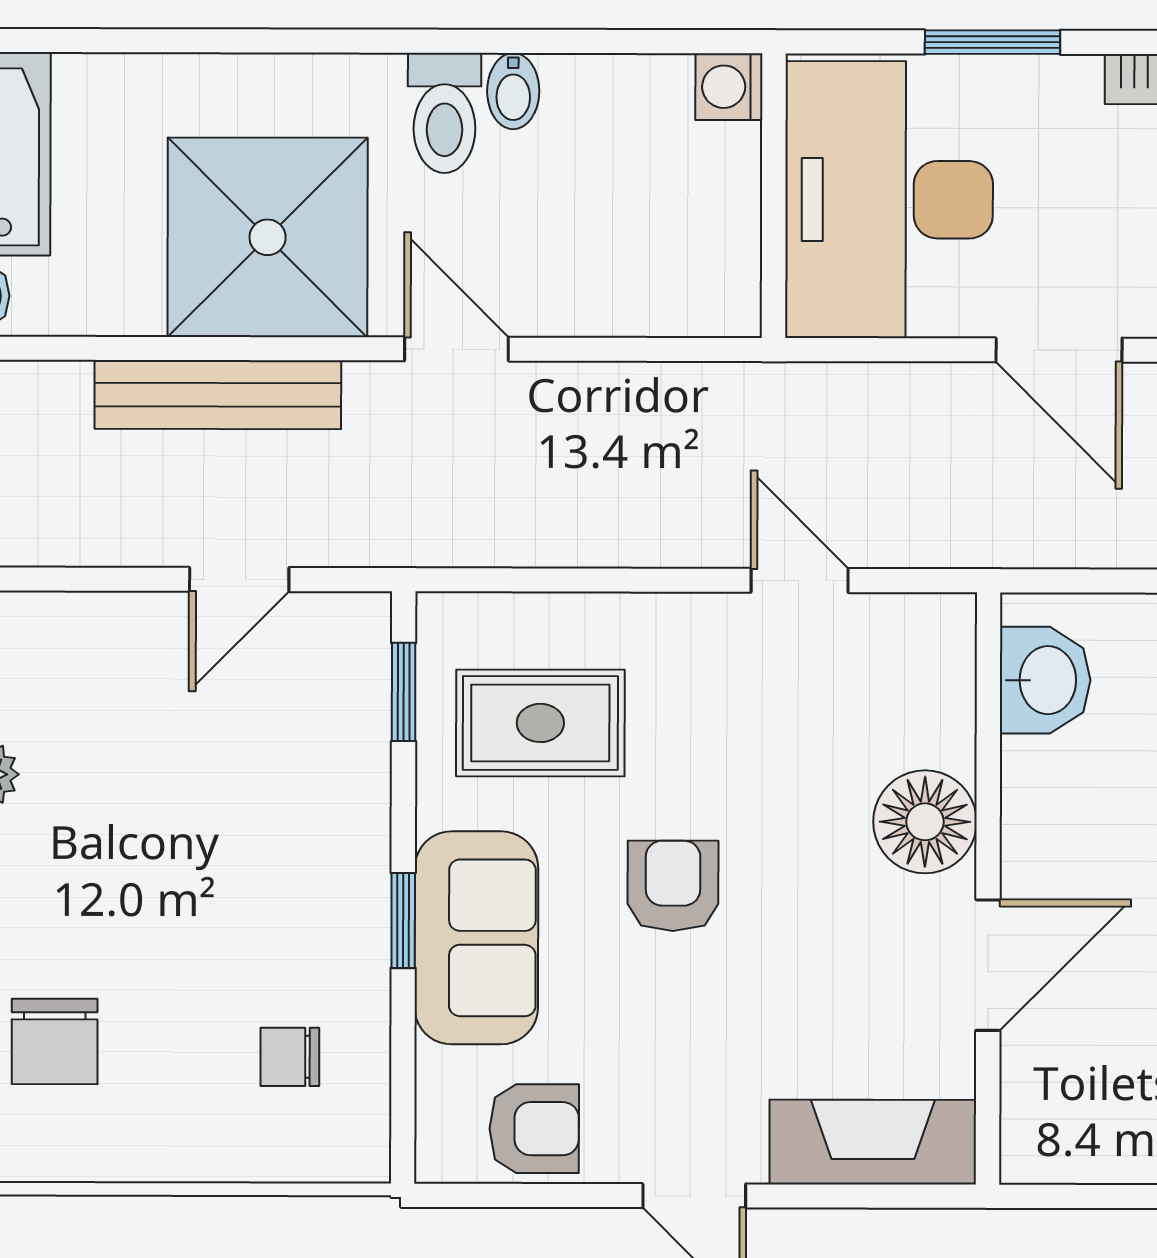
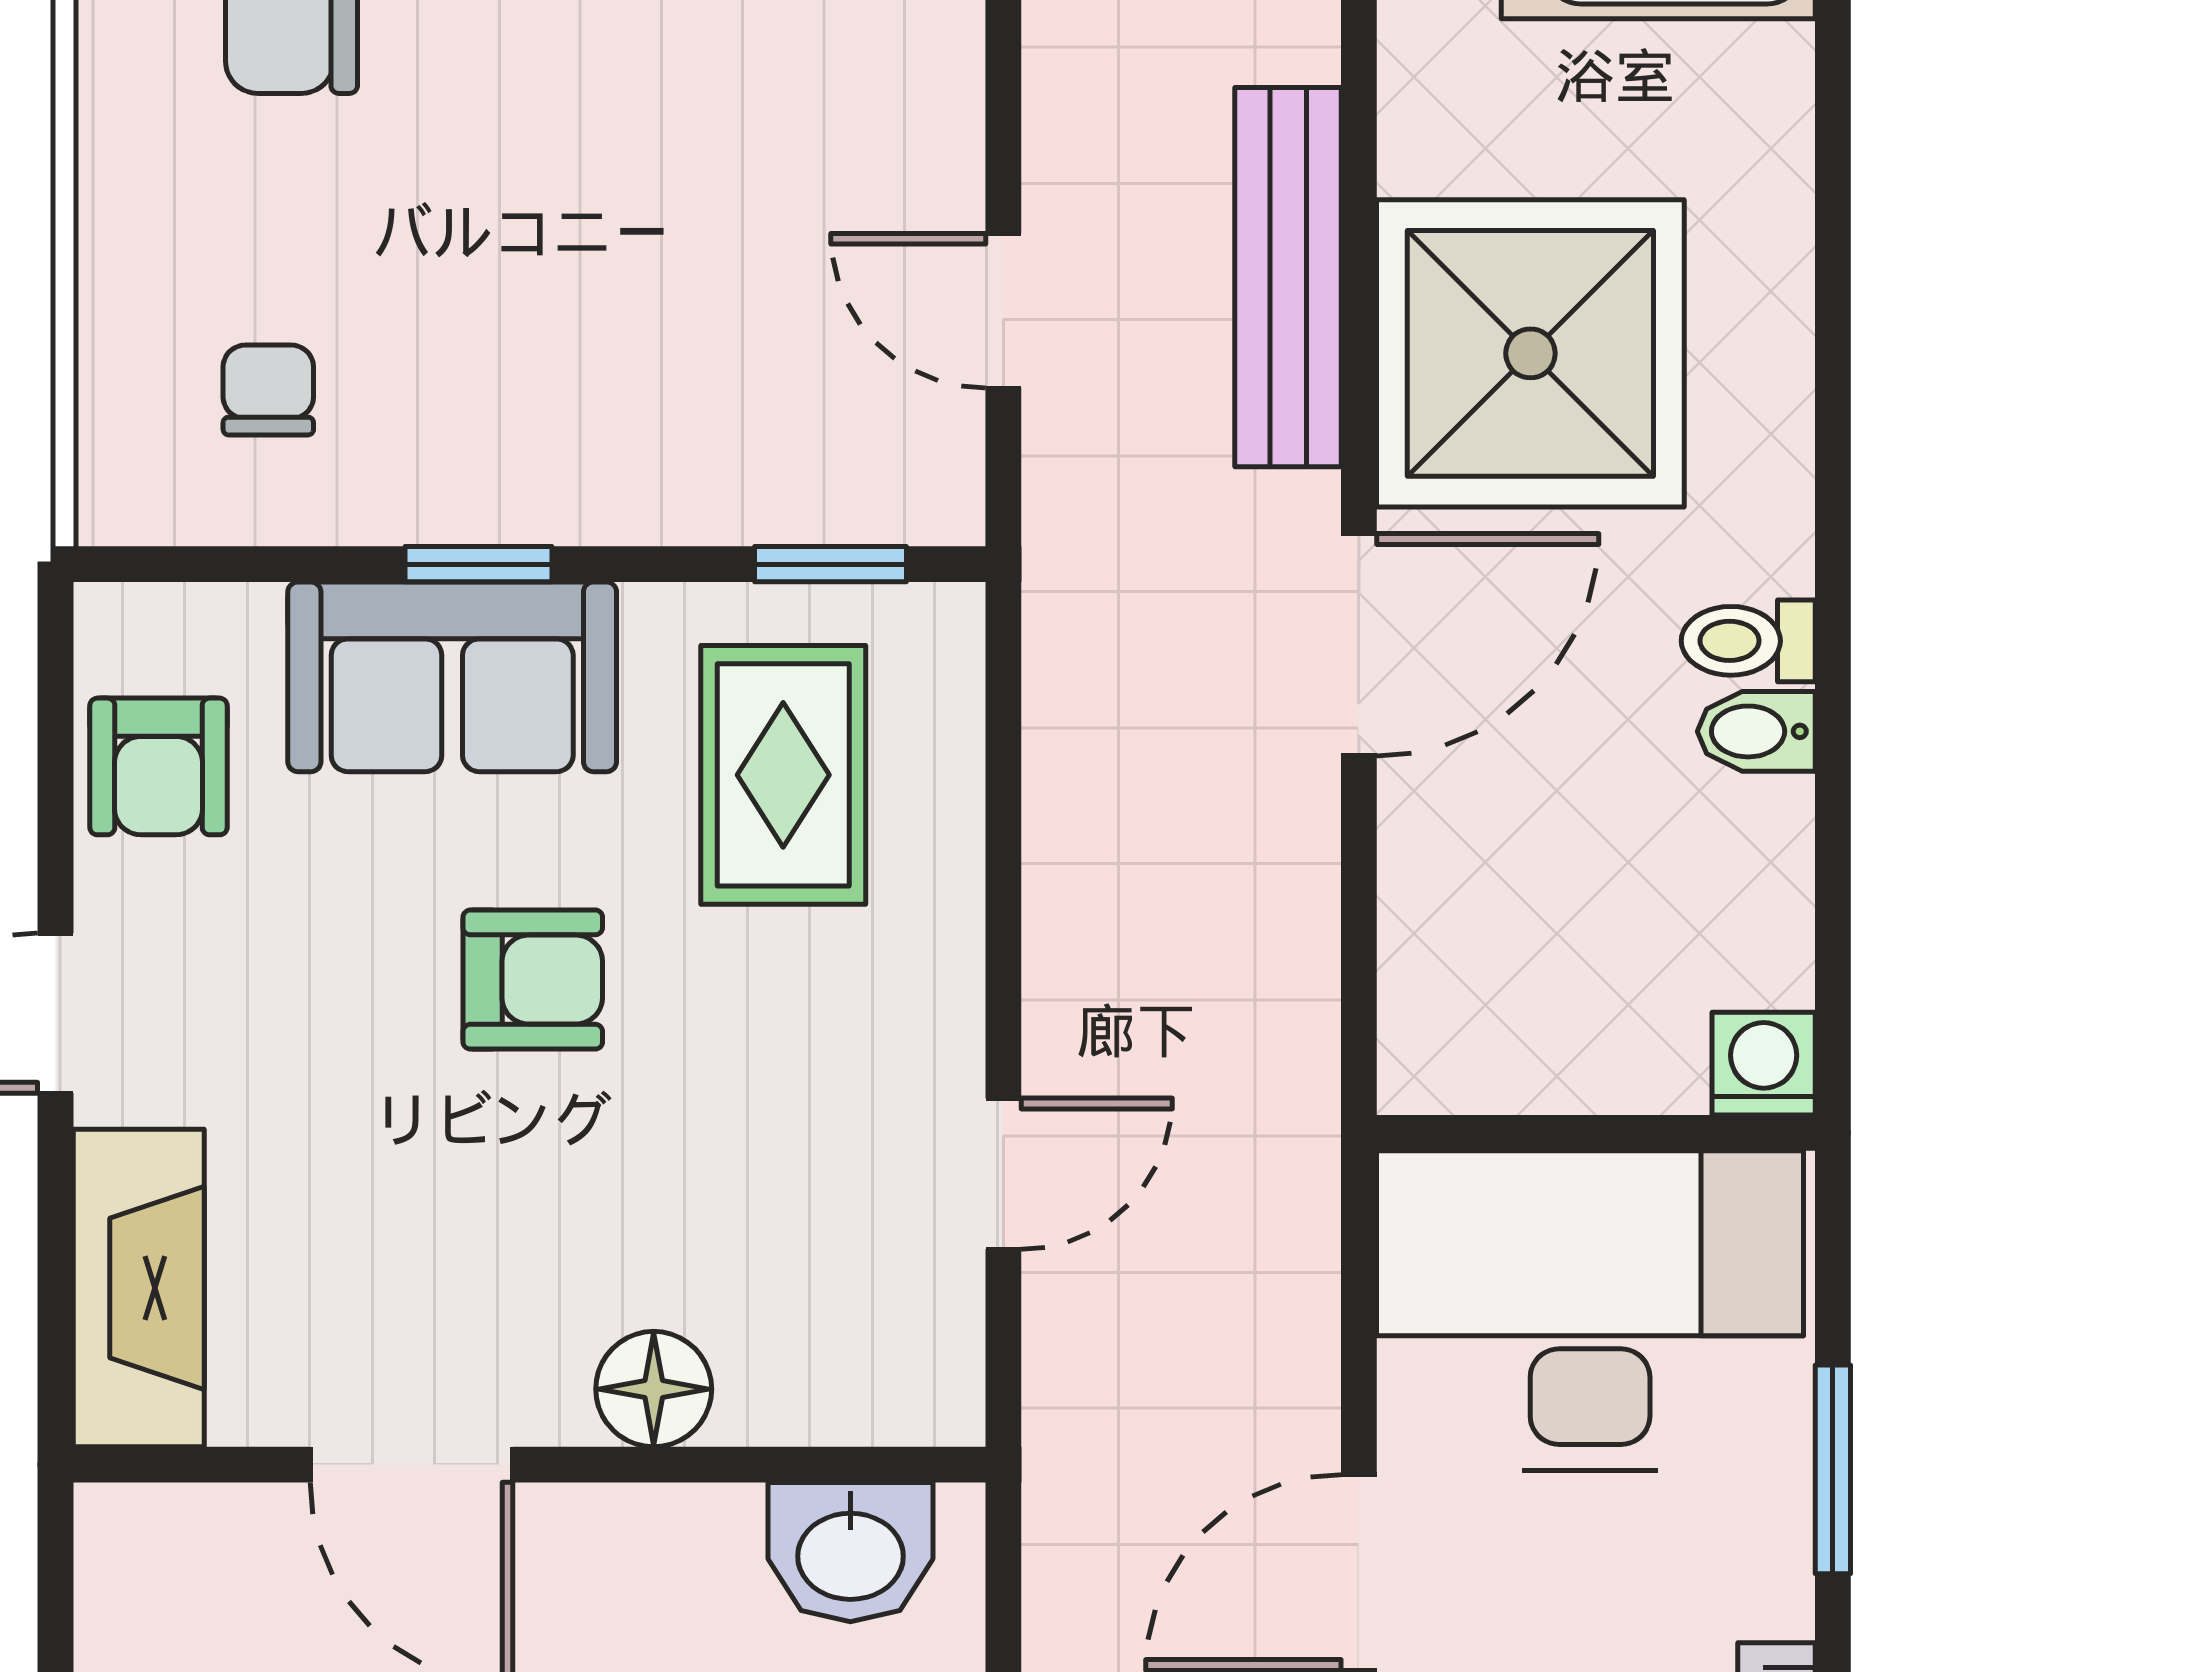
toilet: (444, 113) -> (1748, 641), width x0.73, depth x0.72
door: (457, 349) -> (1359, 645), width x1.38
floor lamp: (925, 822) -> (654, 1389), width x0.73, depth x0.73

